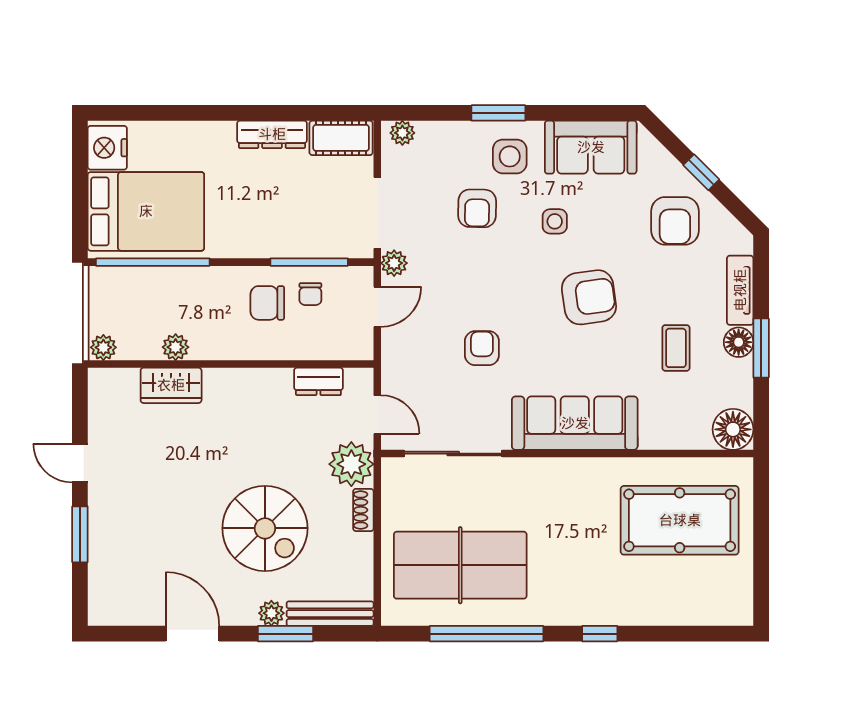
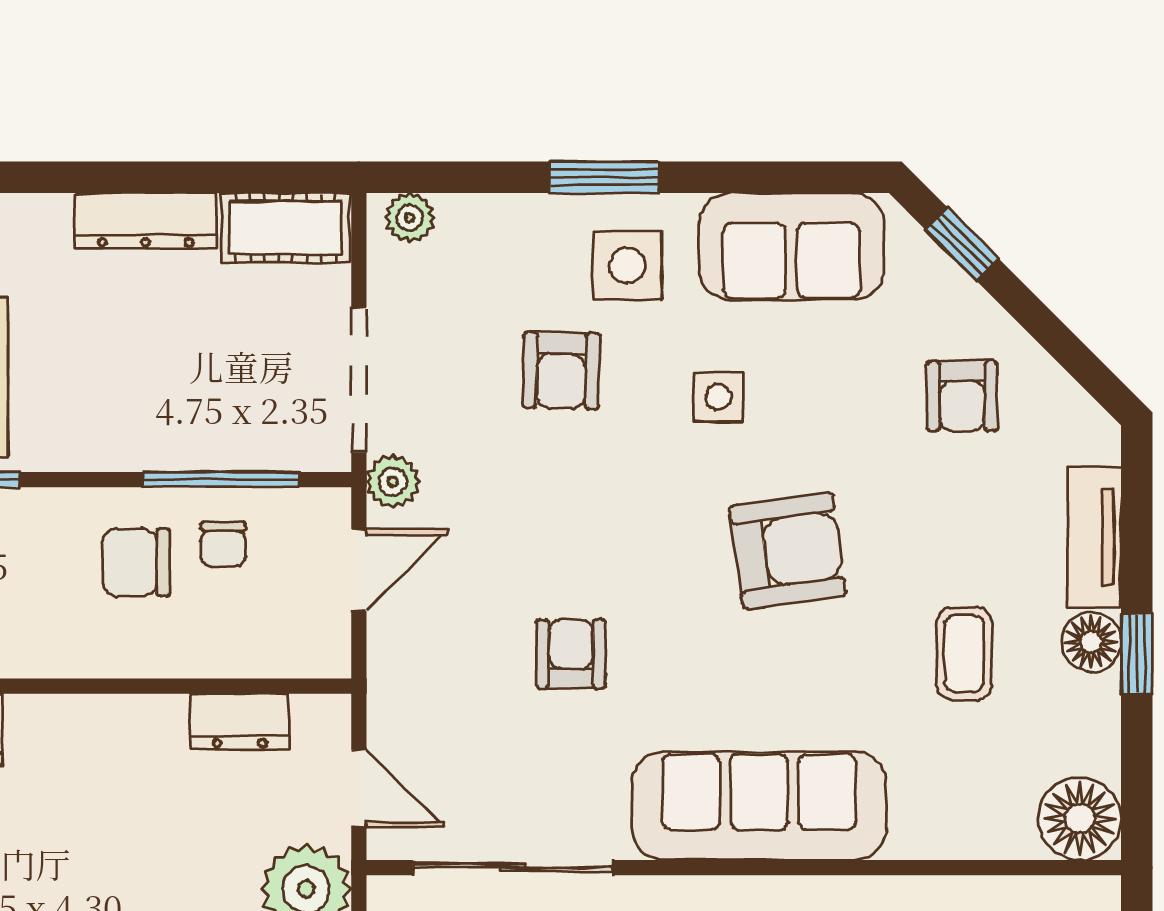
window: (701, 172) -> (962, 244), moved
armchair: (675, 221) -> (962, 396), width x0.72, depth x0.72
window: (761, 348) -> (1137, 654), width x0.67

